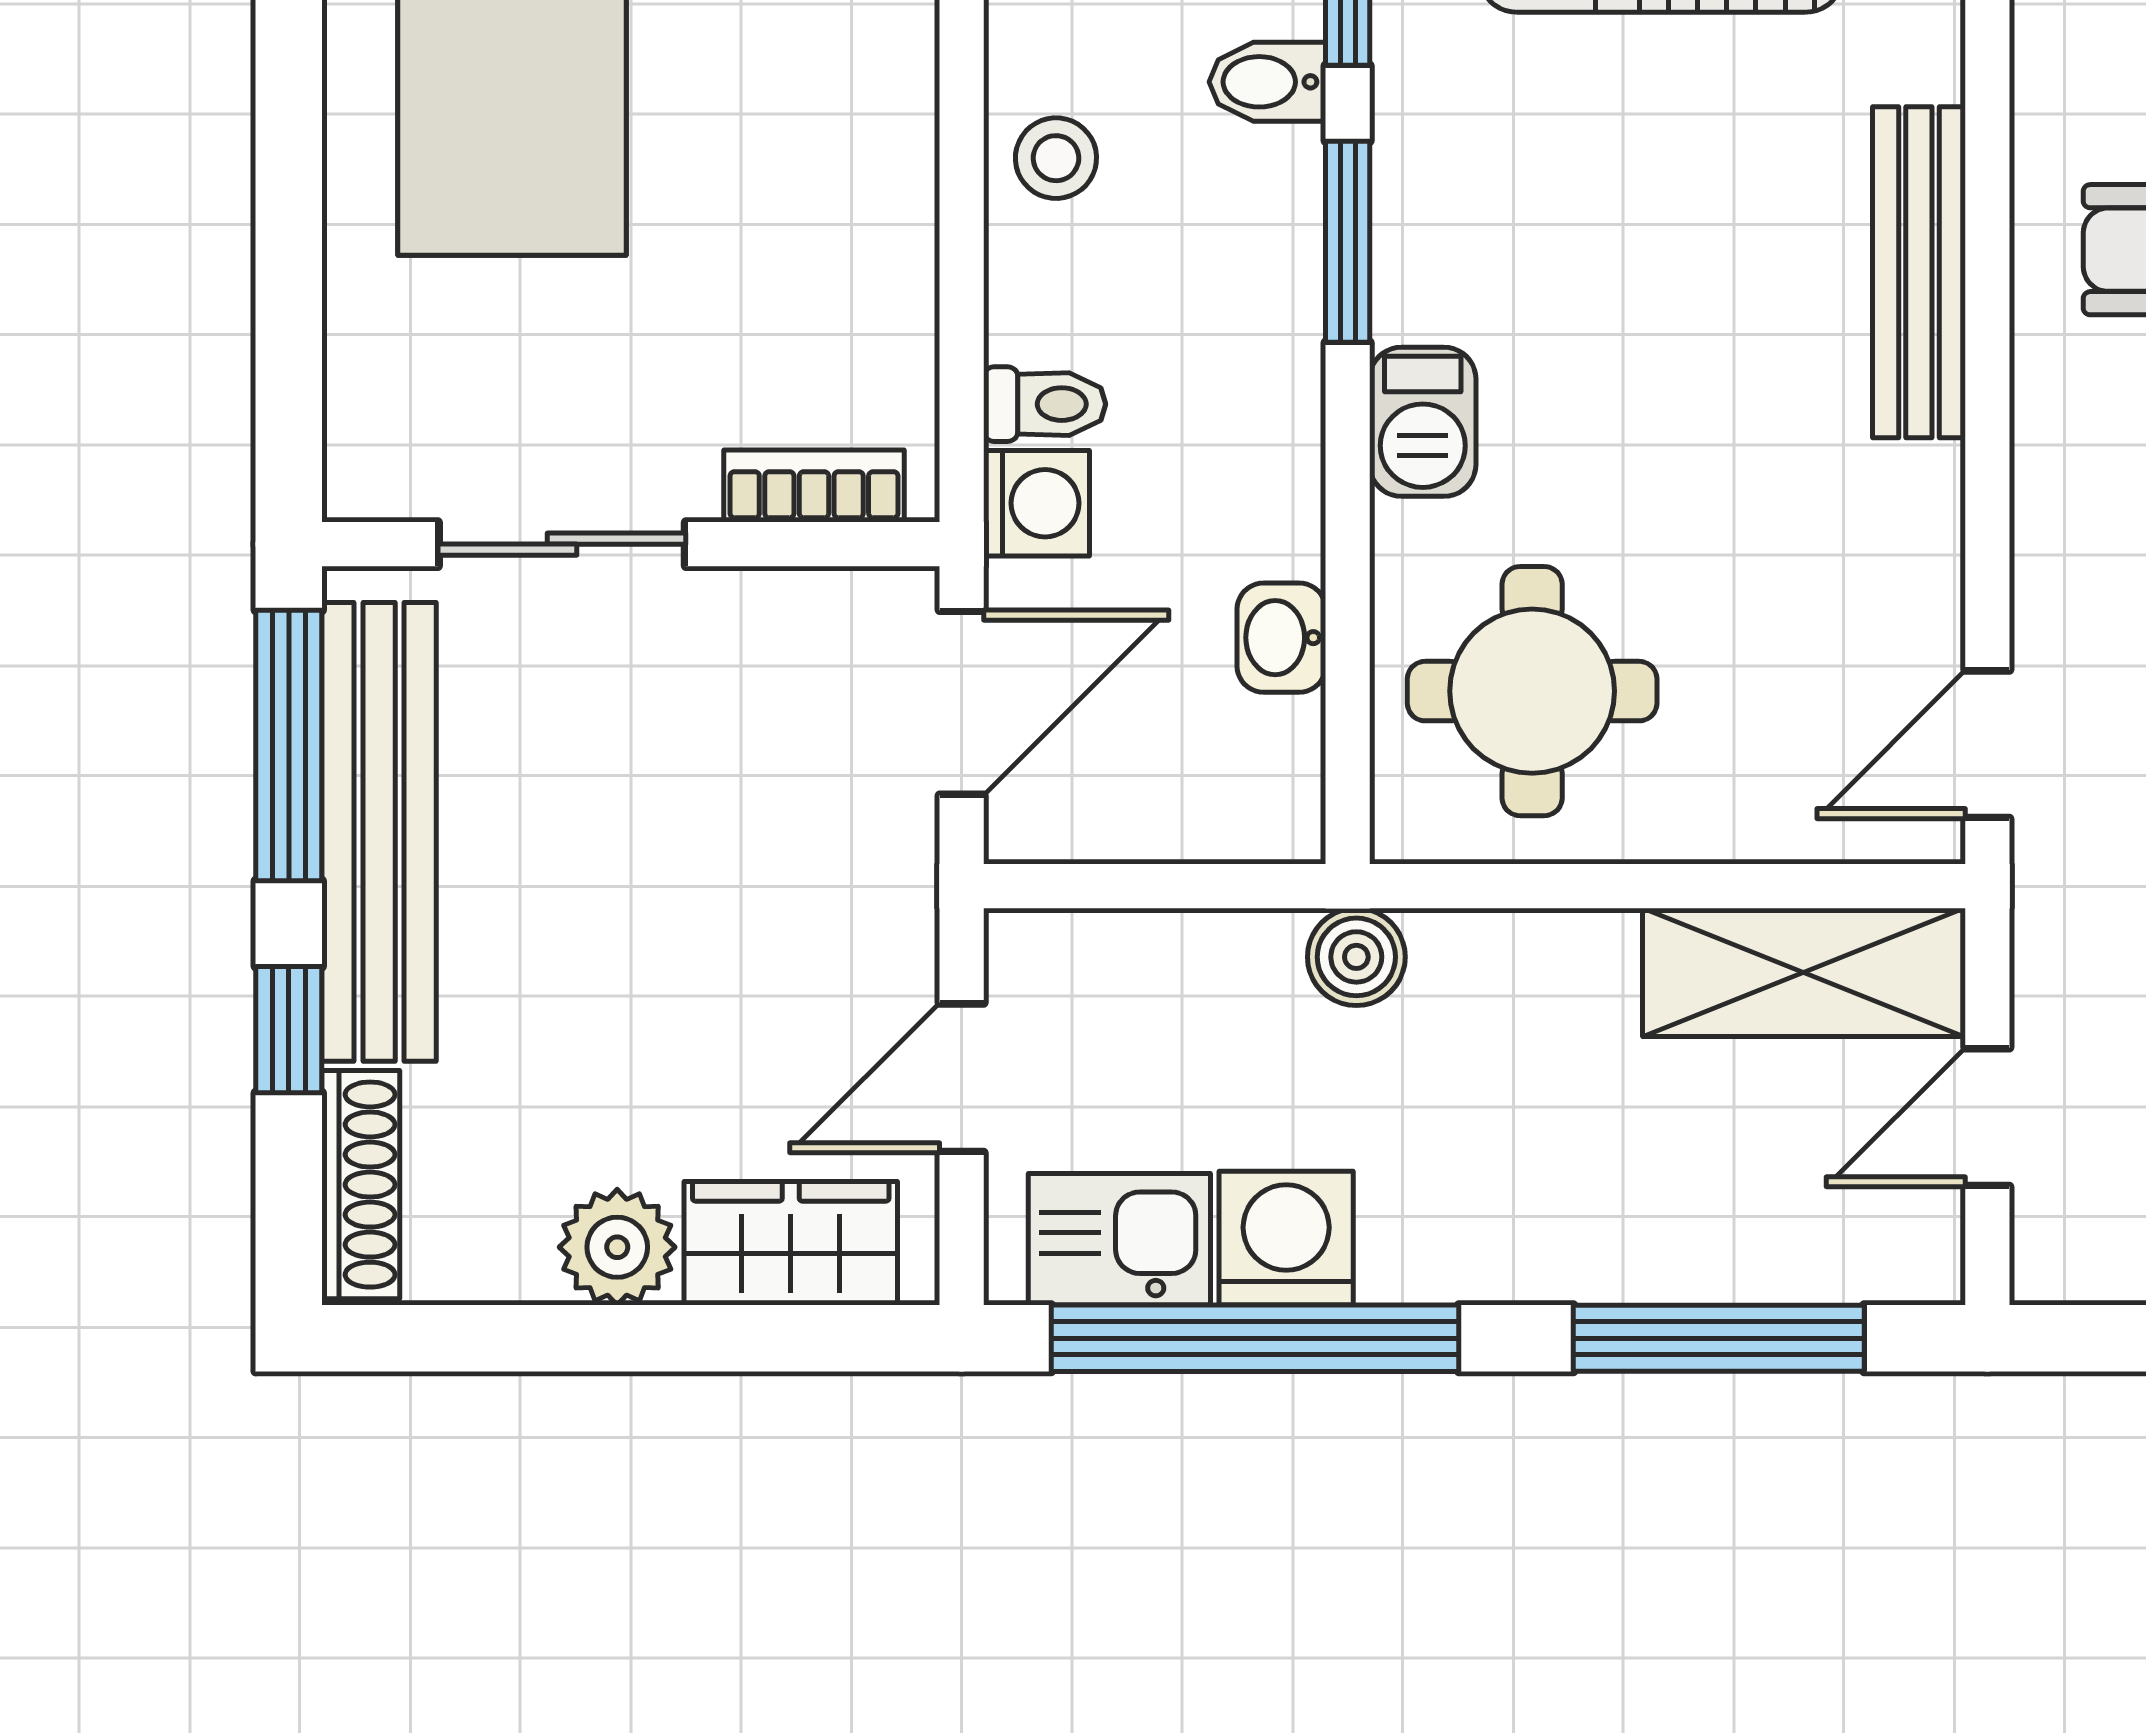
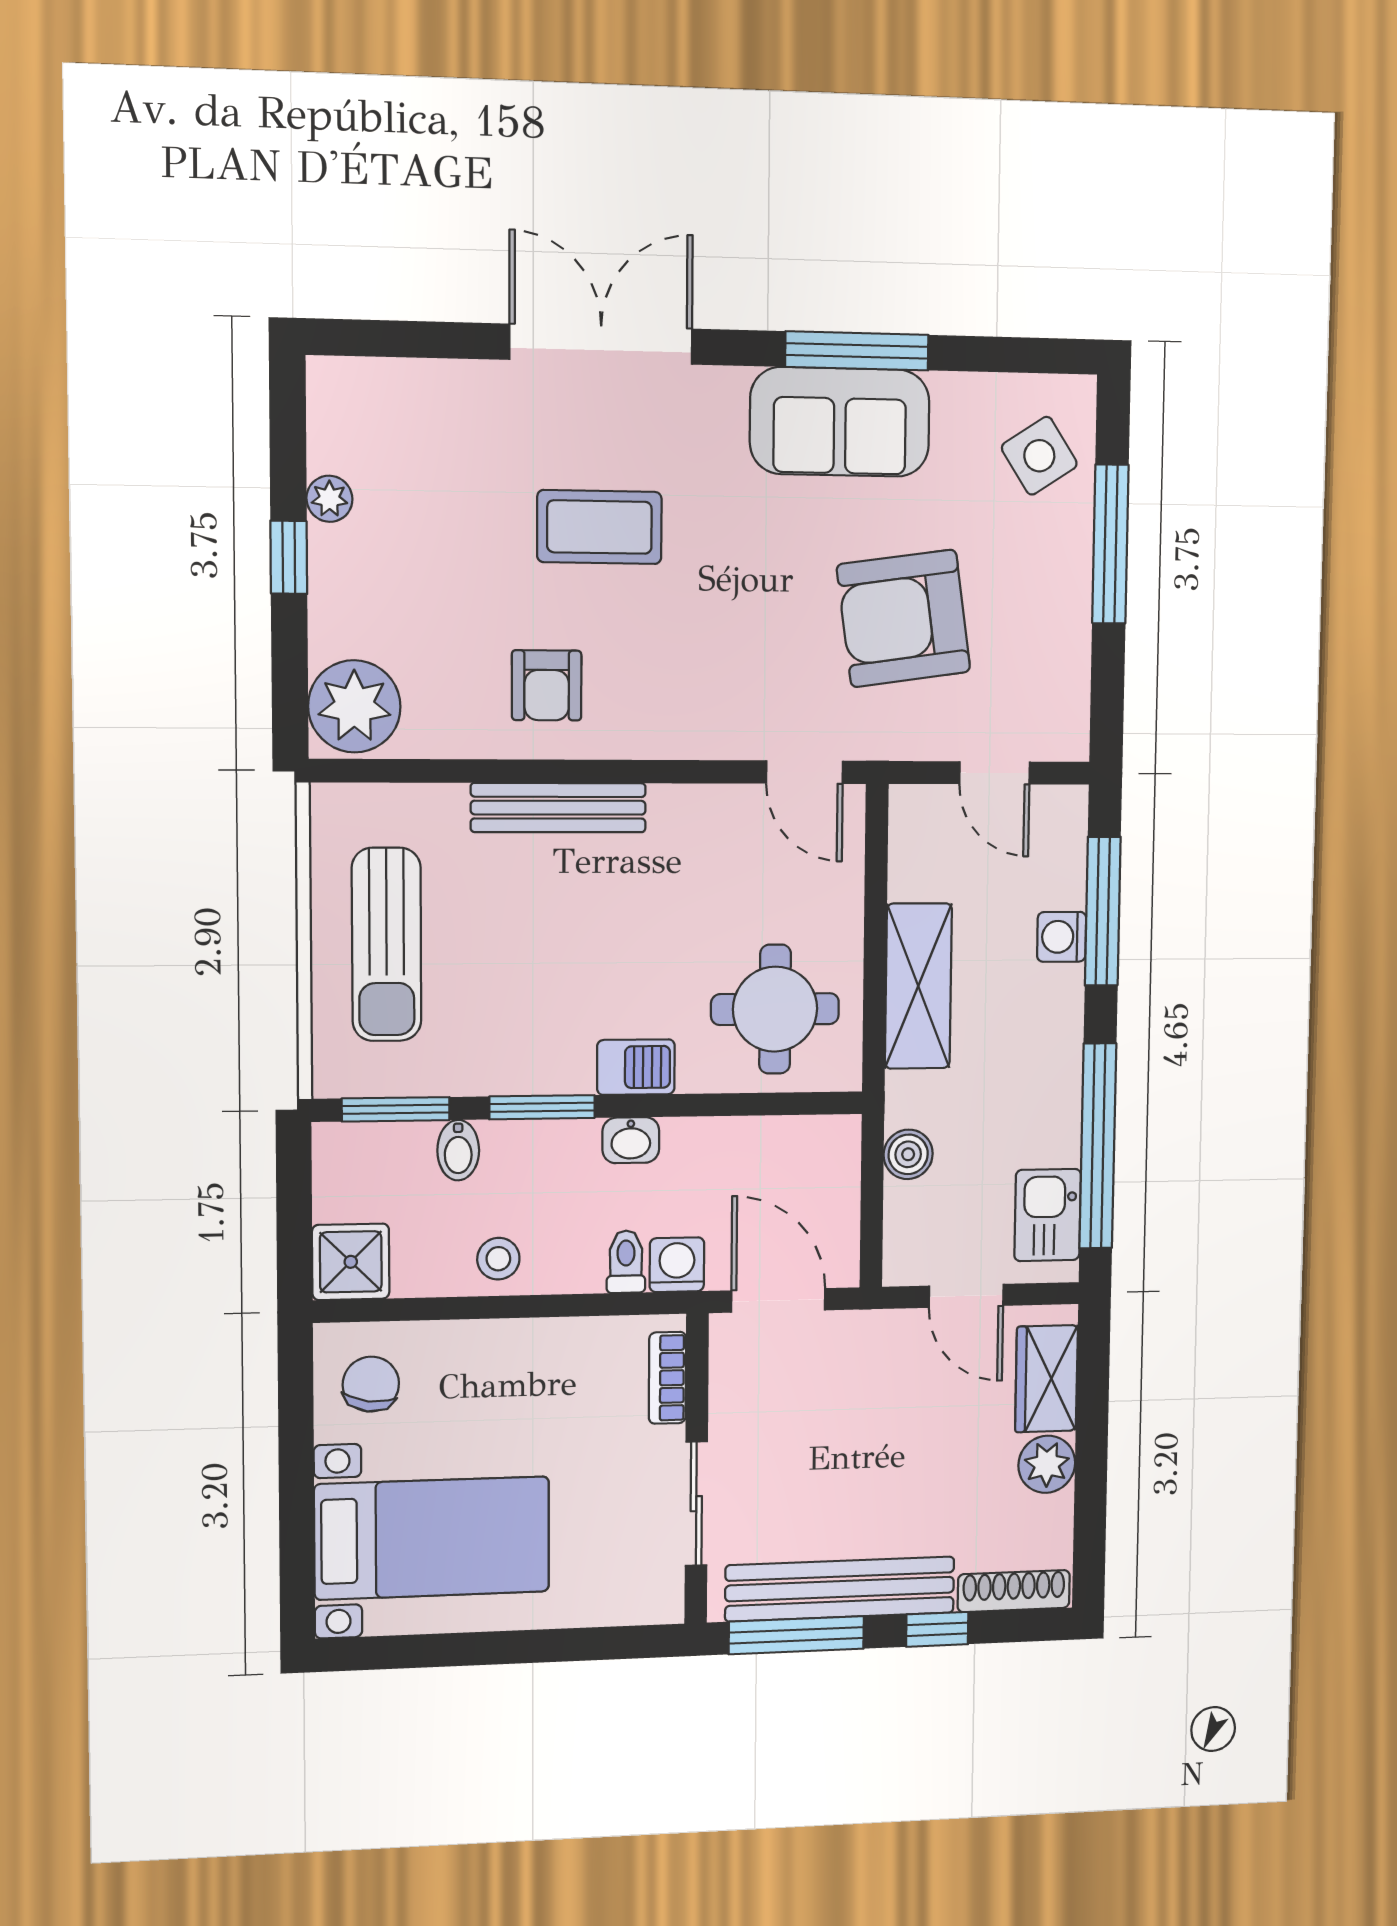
washbasin: (1281, 638) -> (631, 1140), moved
boiler: (1356, 957) -> (908, 1154), moved
shelving: (1803, 972) -> (918, 986), moved
washing machine: (1286, 1238) -> (1062, 937), moved, width x0.73, depth x0.73

